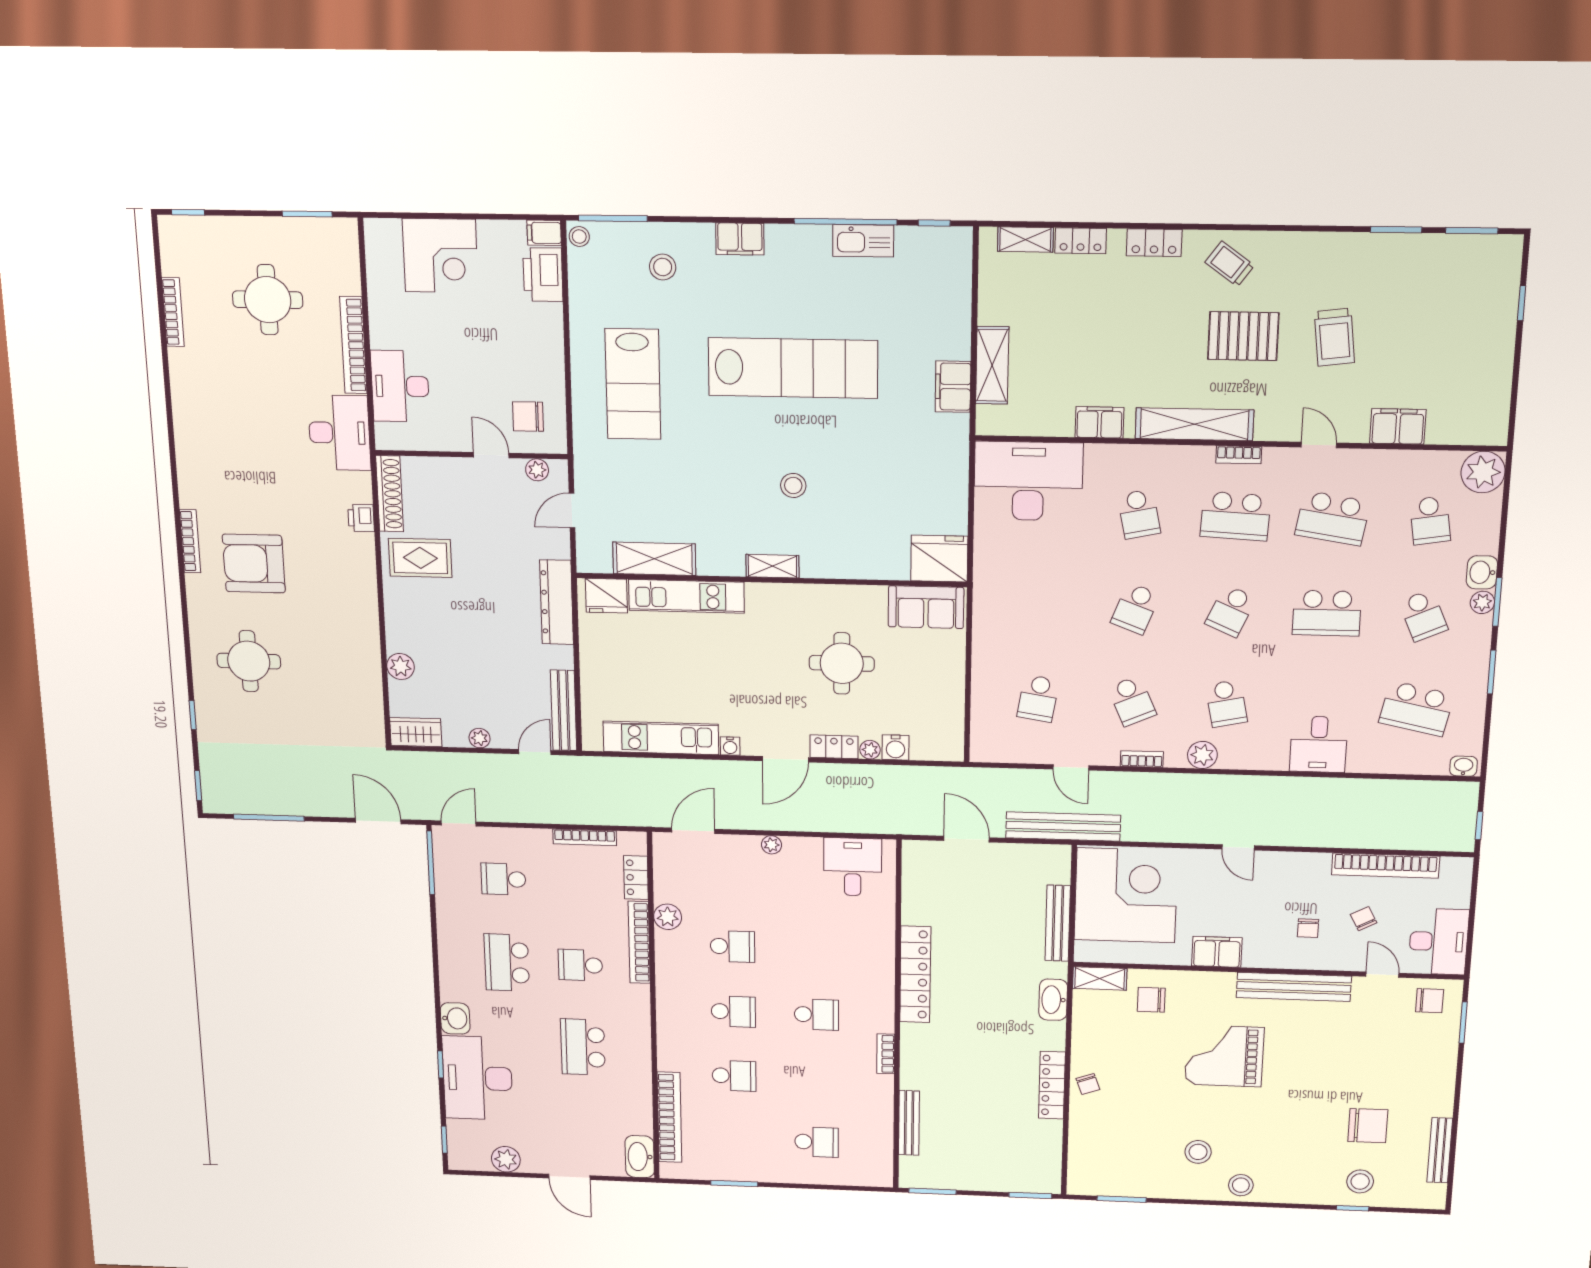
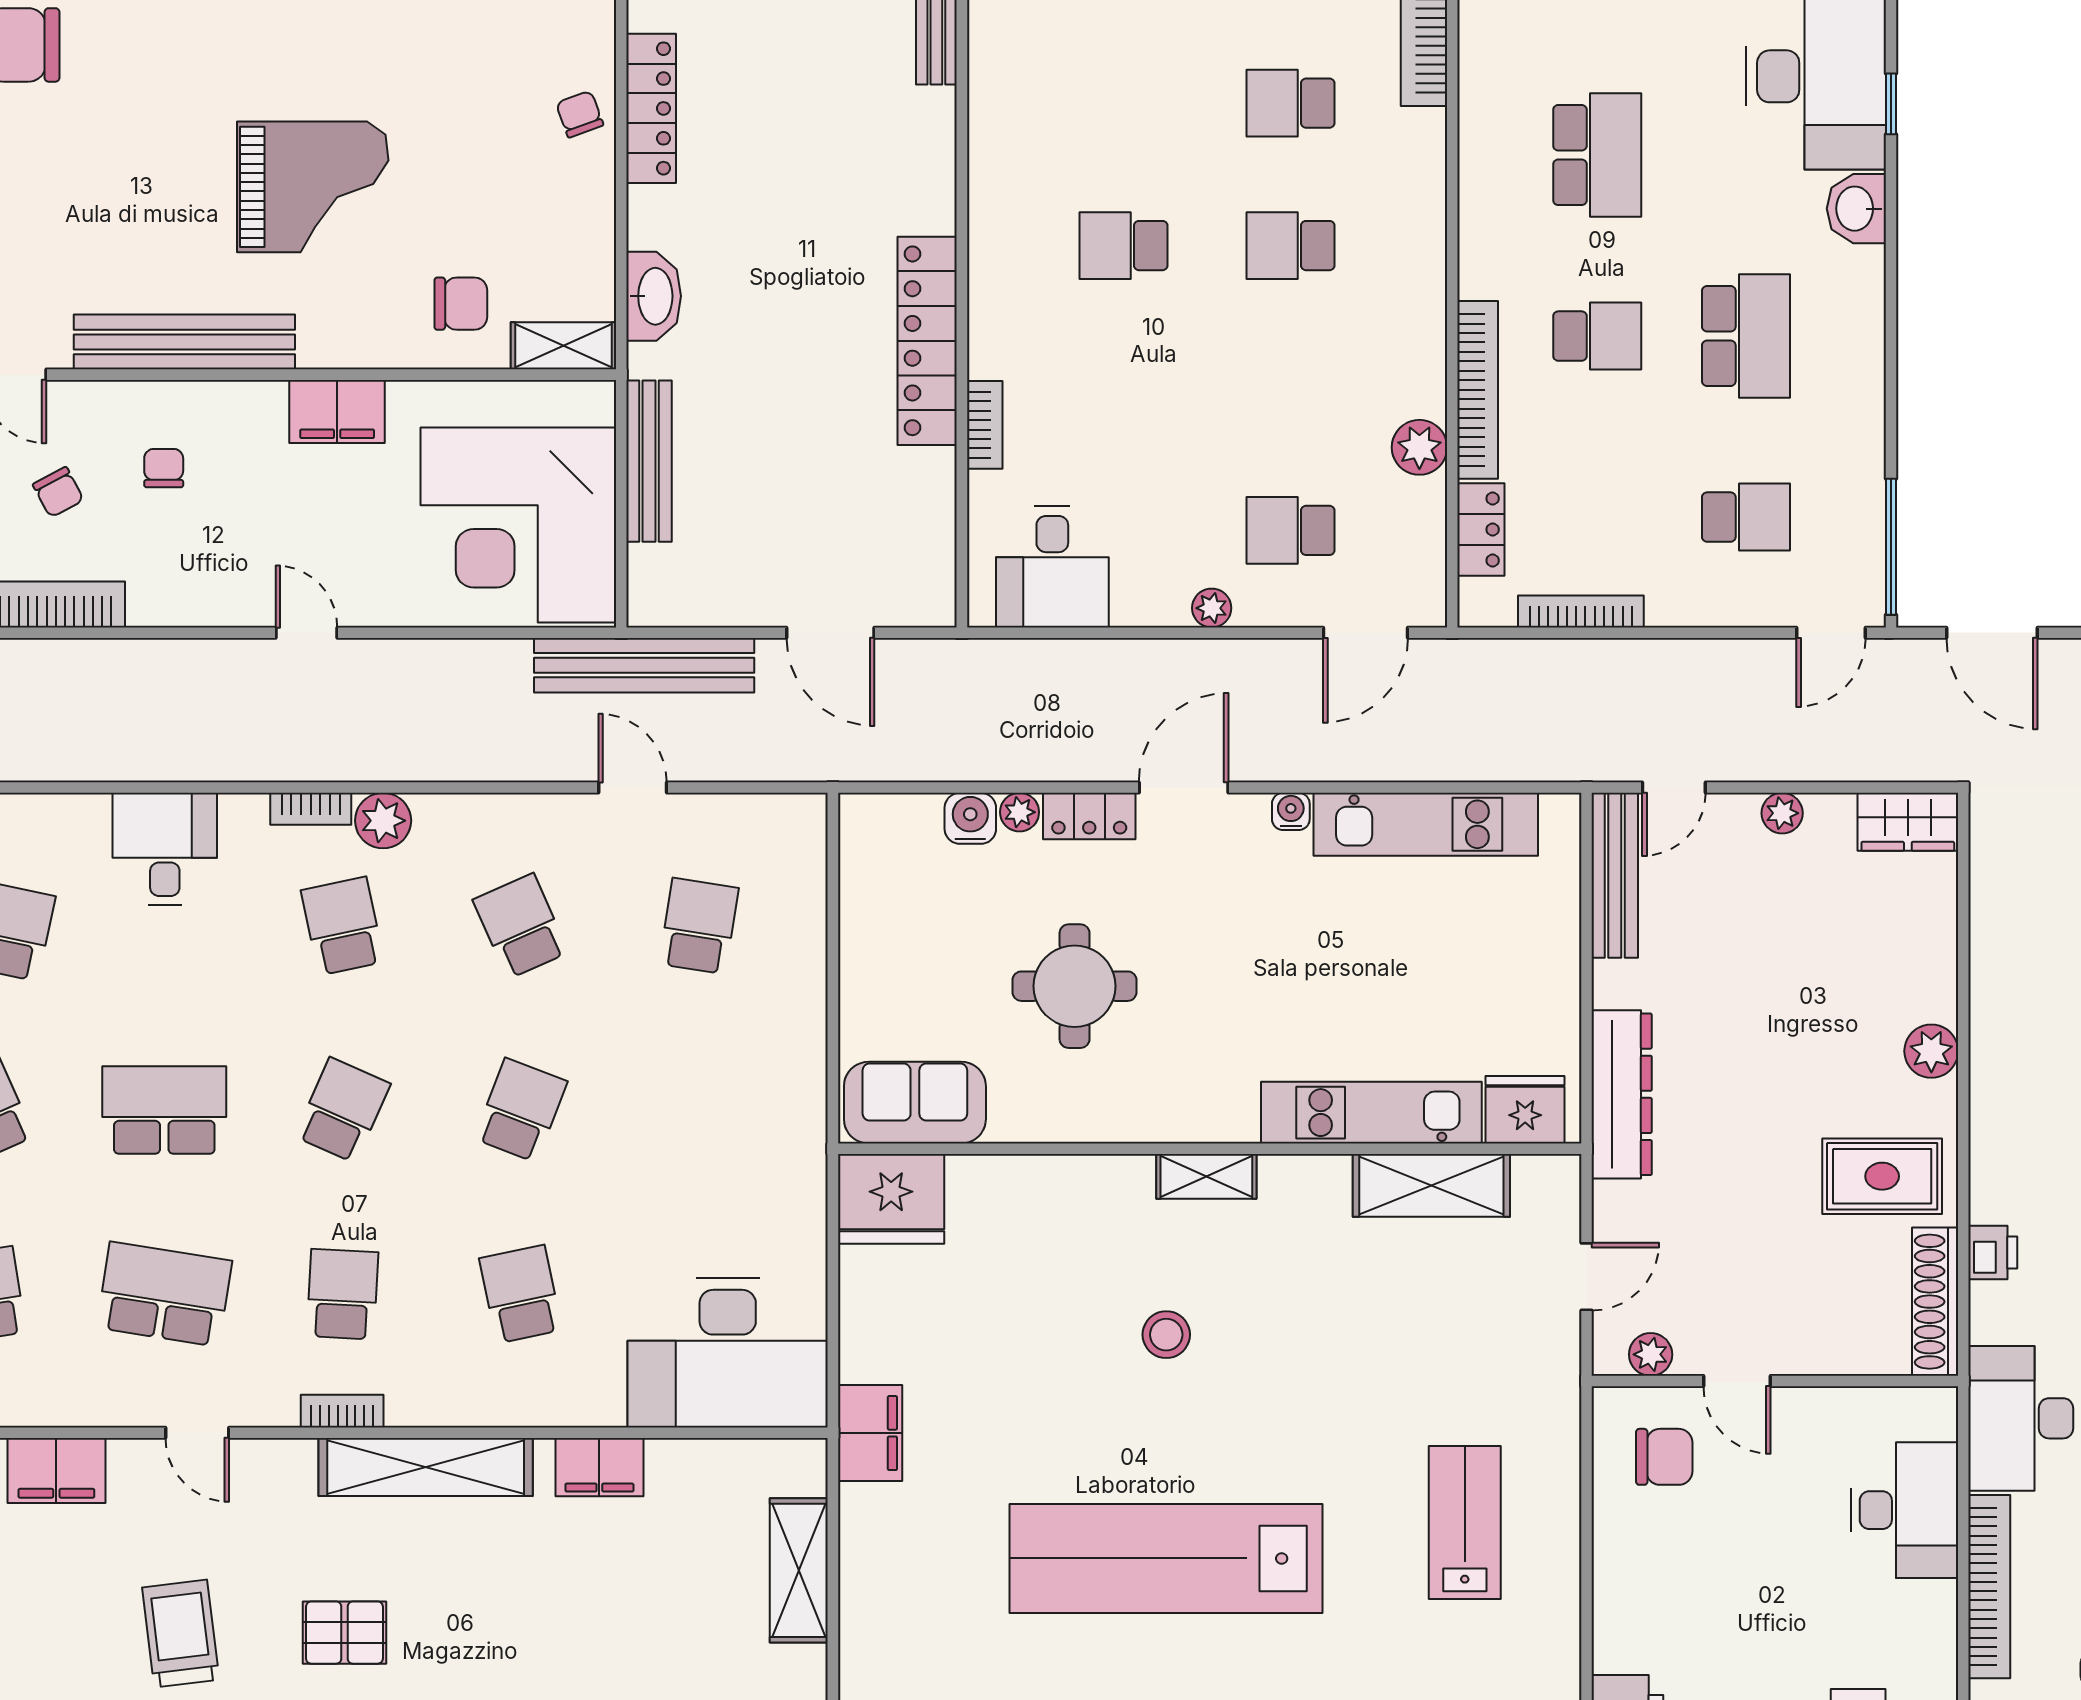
pallet: (1243, 336) -> (344, 1633), width x0.67, depth x0.71
lab bench: (633, 384) -> (1465, 1522), width x0.73, depth x0.72
filing cabinet: (953, 387) -> (870, 1433), moved
school desk: (1236, 516) -> (343, 1294), width x0.54
plant: (401, 666) -> (1931, 1051), moved
bookcase: (1142, 759) -> (311, 809), moved
school desk: (733, 946) -> (1291, 530), moved
bookcase: (886, 1054) -> (985, 425), moved

